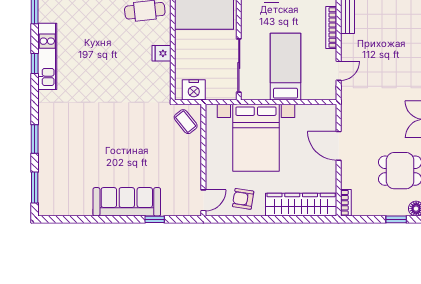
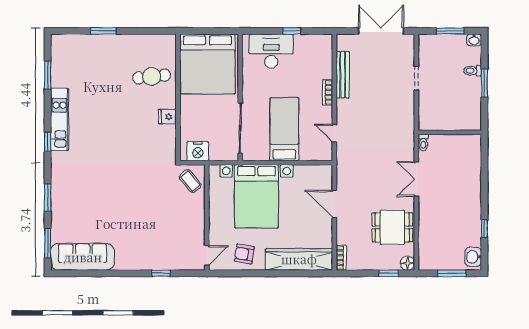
bookcase: (331, 28) -> (327, 92), width x0.64
window: (35, 64) -> (48, 142), moved
door: (339, 71) -> (334, 133), swing flipped
sofa: (127, 202) -> (83, 257), moved

